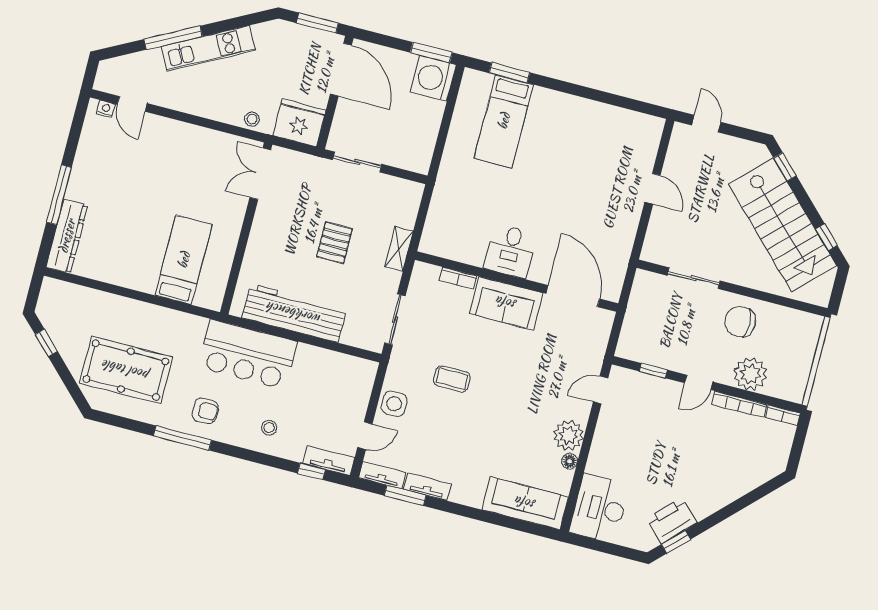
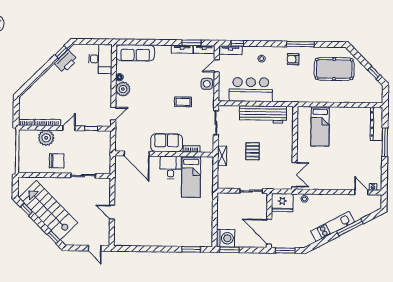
bed: (504, 121) -> (191, 177), moved, turned 180
bar counter: (248, 354) -> (251, 90), moved

